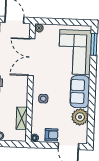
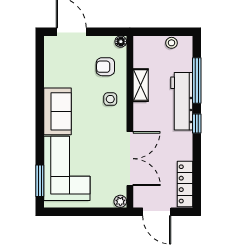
plant: (80, 117) -> (56, 75), removed
shelving: (22, 118) -> (141, 85), moved
armchair: (51, 135) -> (105, 67), moved

